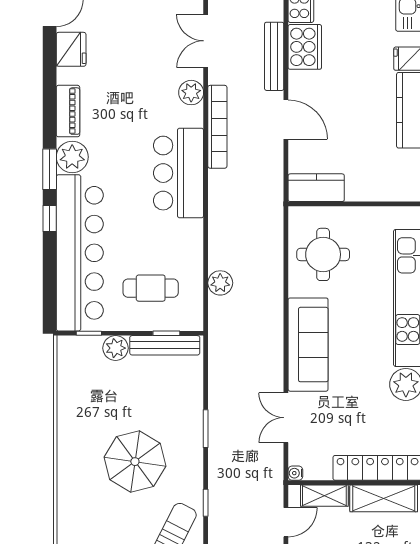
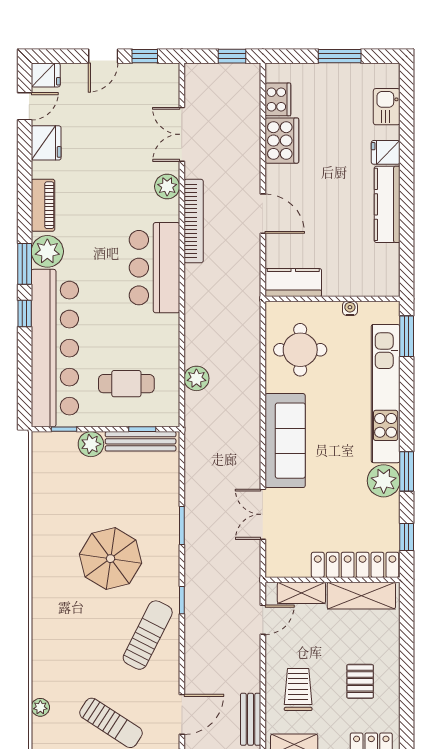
bench: (274, 56) -> (251, 150), removed
water cooler: (295, 473) -> (350, 308), moved, turned 90

